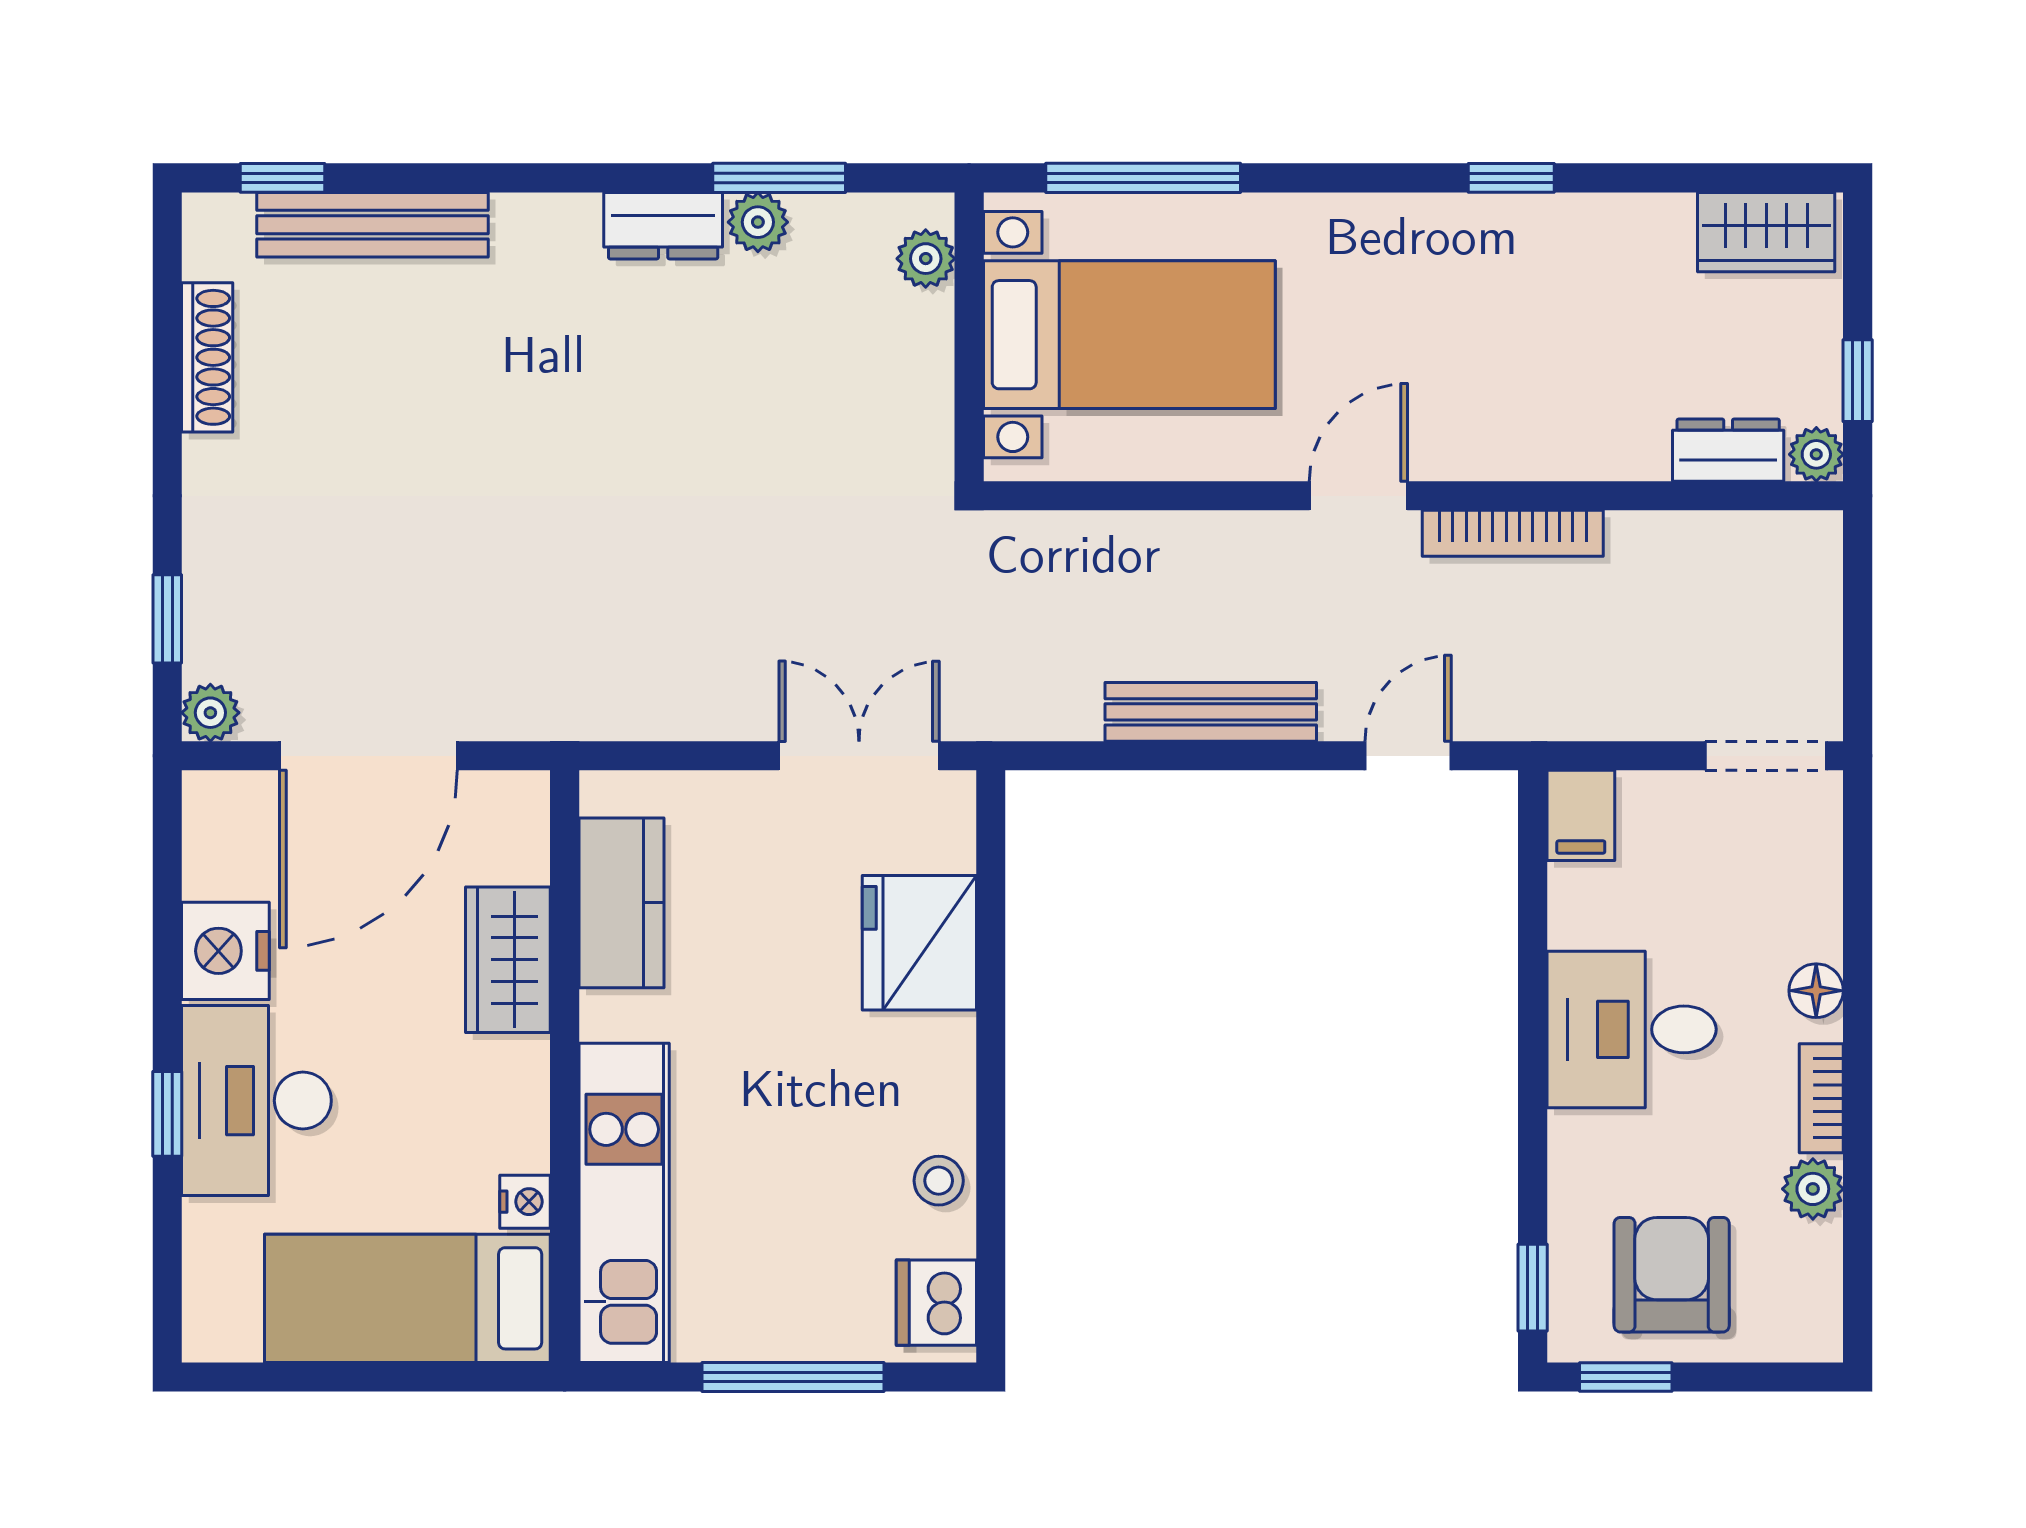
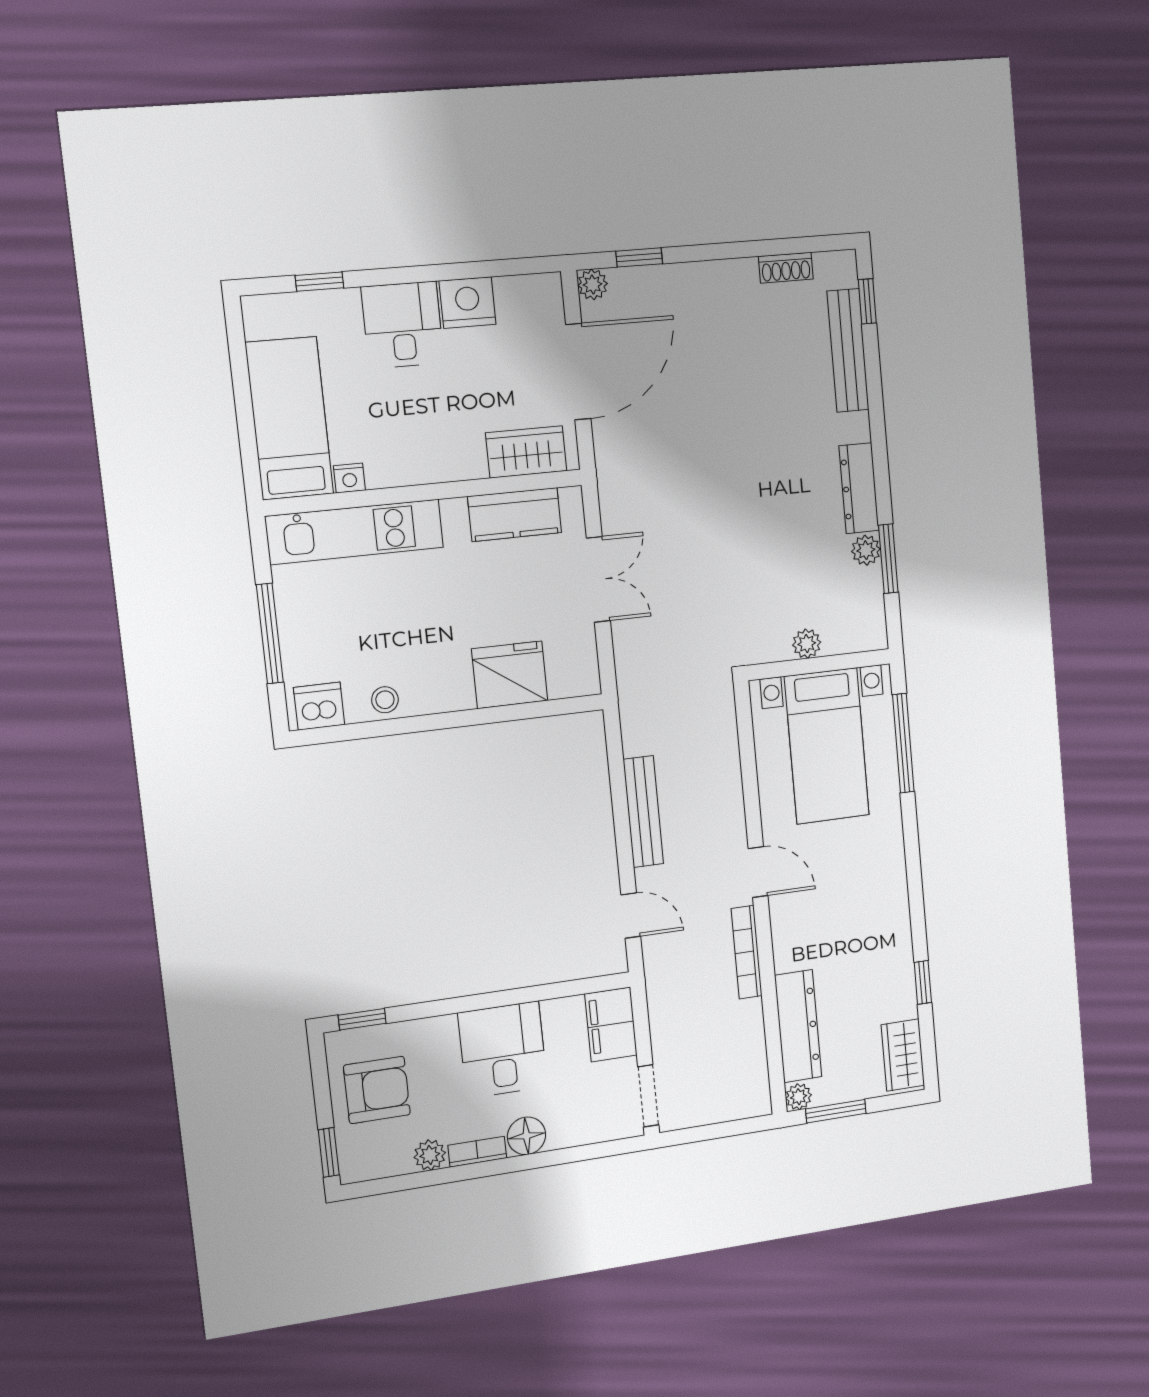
window: (1511, 178) -> (923, 982), moved
dresser: (663, 226) -> (859, 488), width x1.44
plant: (926, 259) -> (807, 644), moved
shoe rack: (207, 357) -> (786, 268), width x0.70
window: (1858, 381) -> (836, 1111), width x1.50
dresser: (1728, 450) -> (798, 1026), width x1.96, depth x1.24
door: (368, 756) -> (578, 372), swing flipped
double door: (859, 756) -> (598, 579), moved
filing cabinet: (1581, 815) -> (611, 1025), width x2.00
wardrobe: (508, 960) -> (526, 452), moved
floor lamp: (1816, 991) -> (527, 1136), width x1.37, depth x1.37
desk: (256, 1101) -> (403, 325), width x0.73
window: (167, 1114) -> (319, 282), moved
window: (1626, 1377) -> (329, 1152), moved

